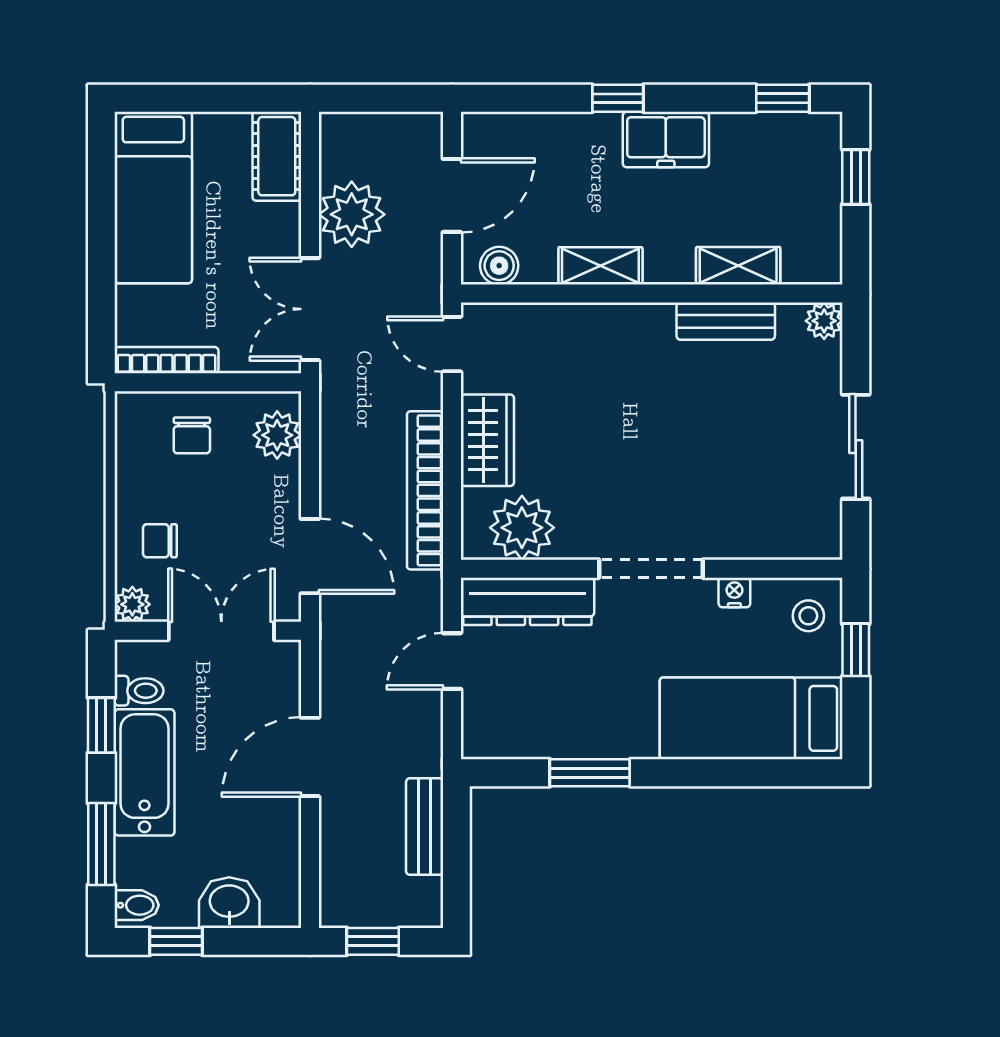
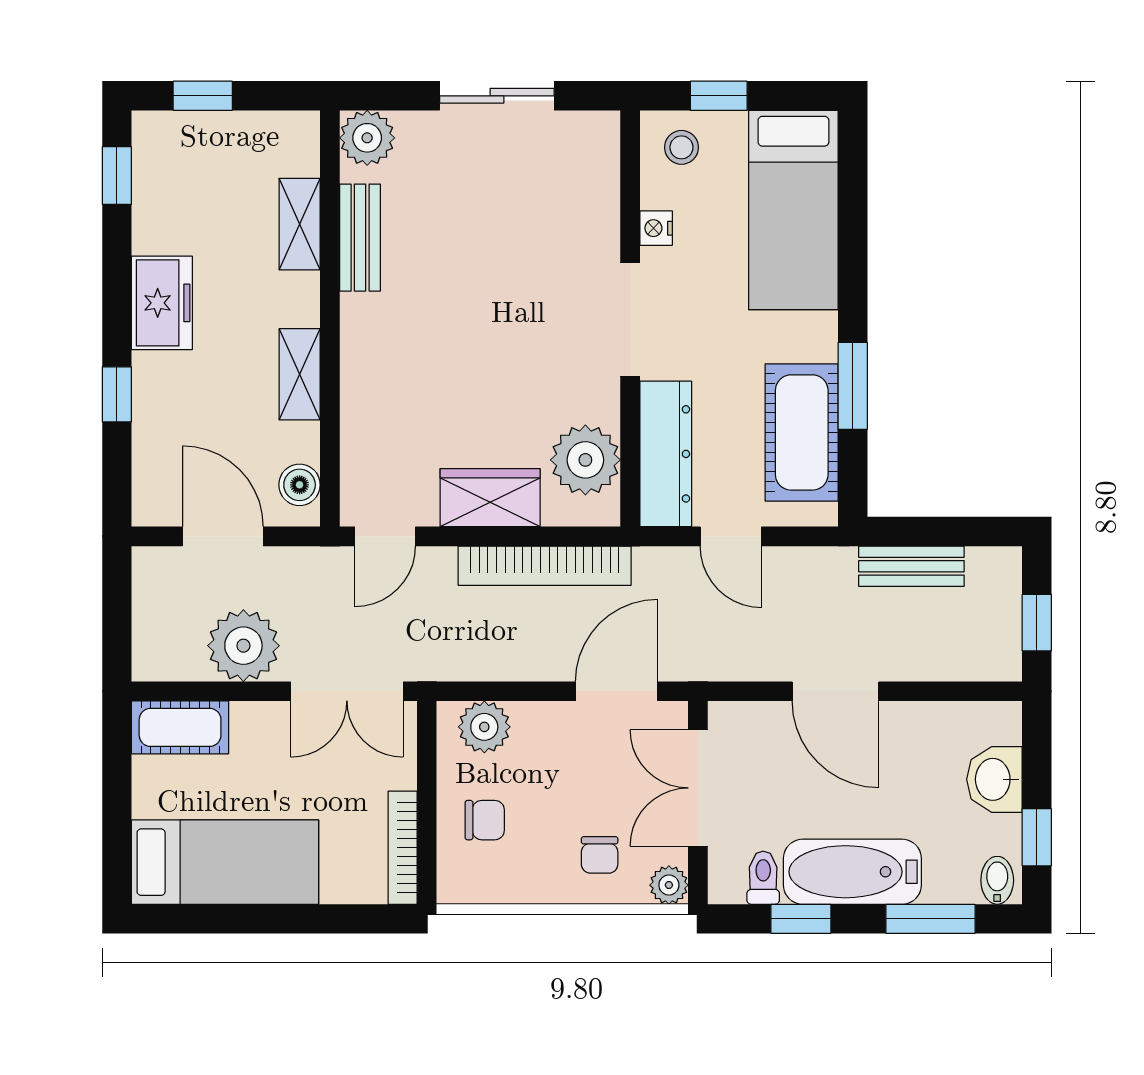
window: (618, 98) -> (117, 394), moved
plant: (824, 321) -> (367, 138), width x1.38, depth x1.38
cot: (547, 726) -> (802, 432), added

